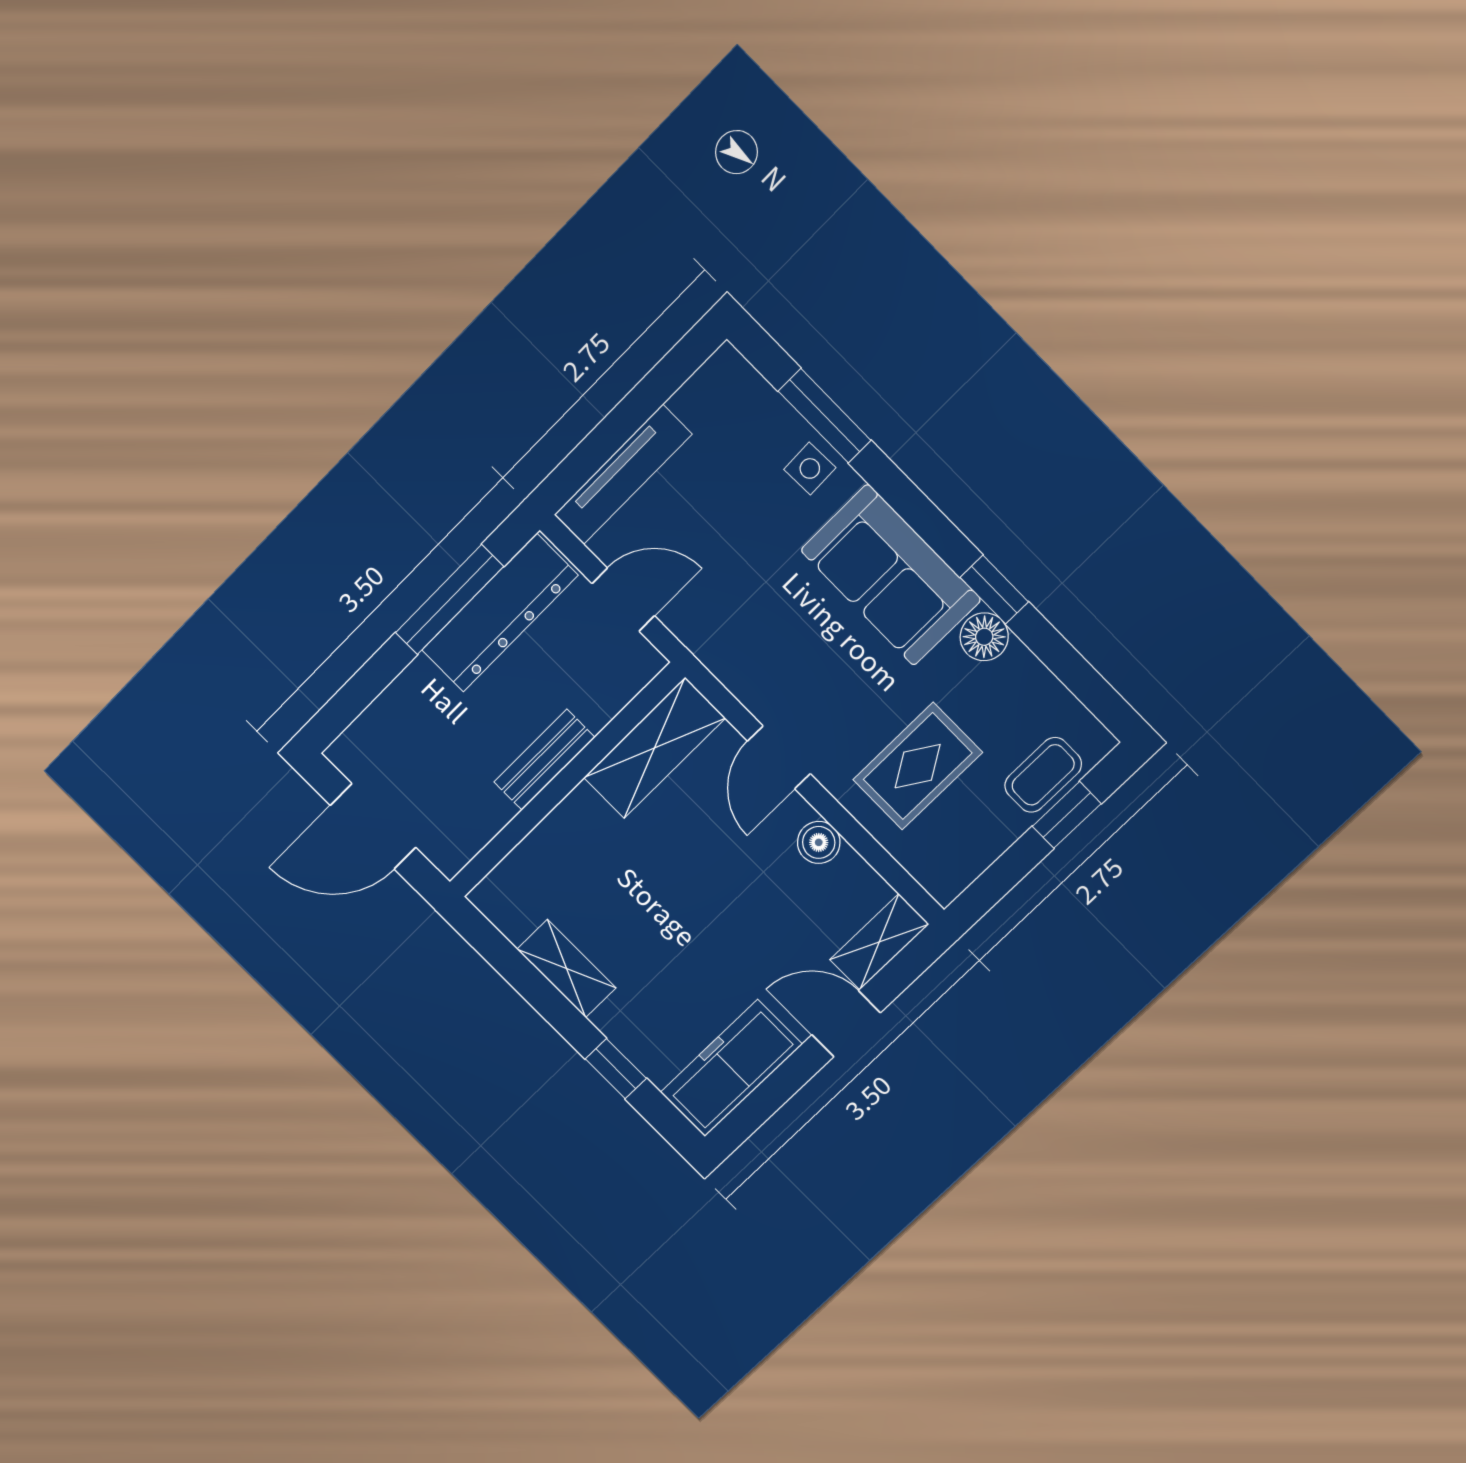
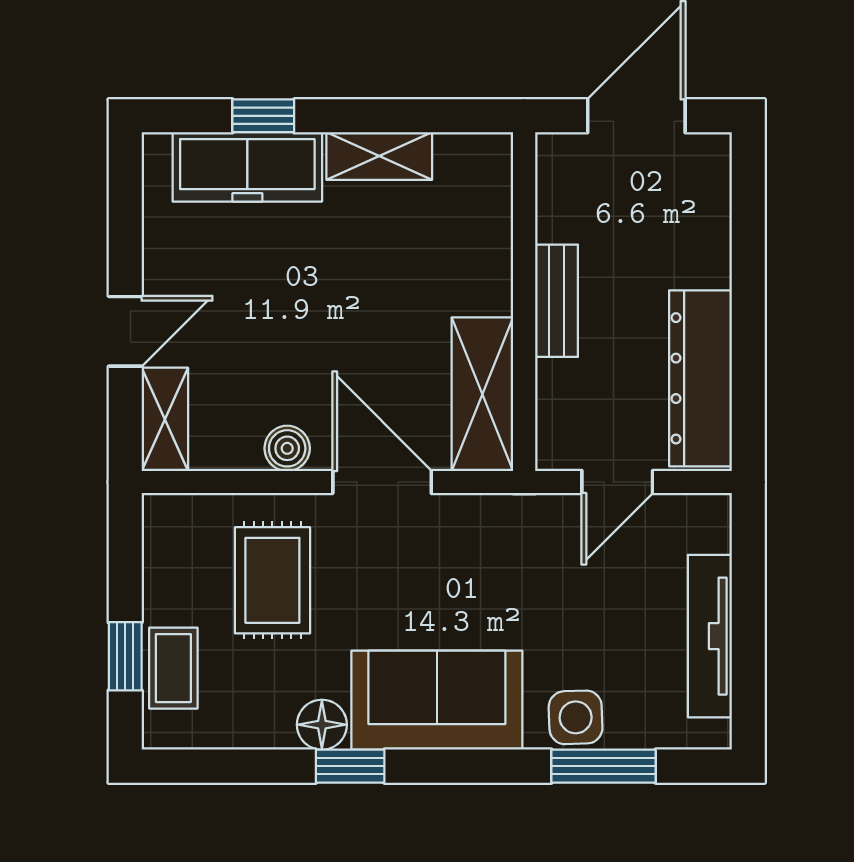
side table: (810, 468) -> (576, 717), width x1.37, depth x1.37
tv unit: (623, 475) -> (710, 636), moved
window: (449, 600) -> (748, 350), removed
door: (779, 757) -> (382, 482), width x1.38
freezer: (731, 1068) -> (247, 167), moved, turned 90

